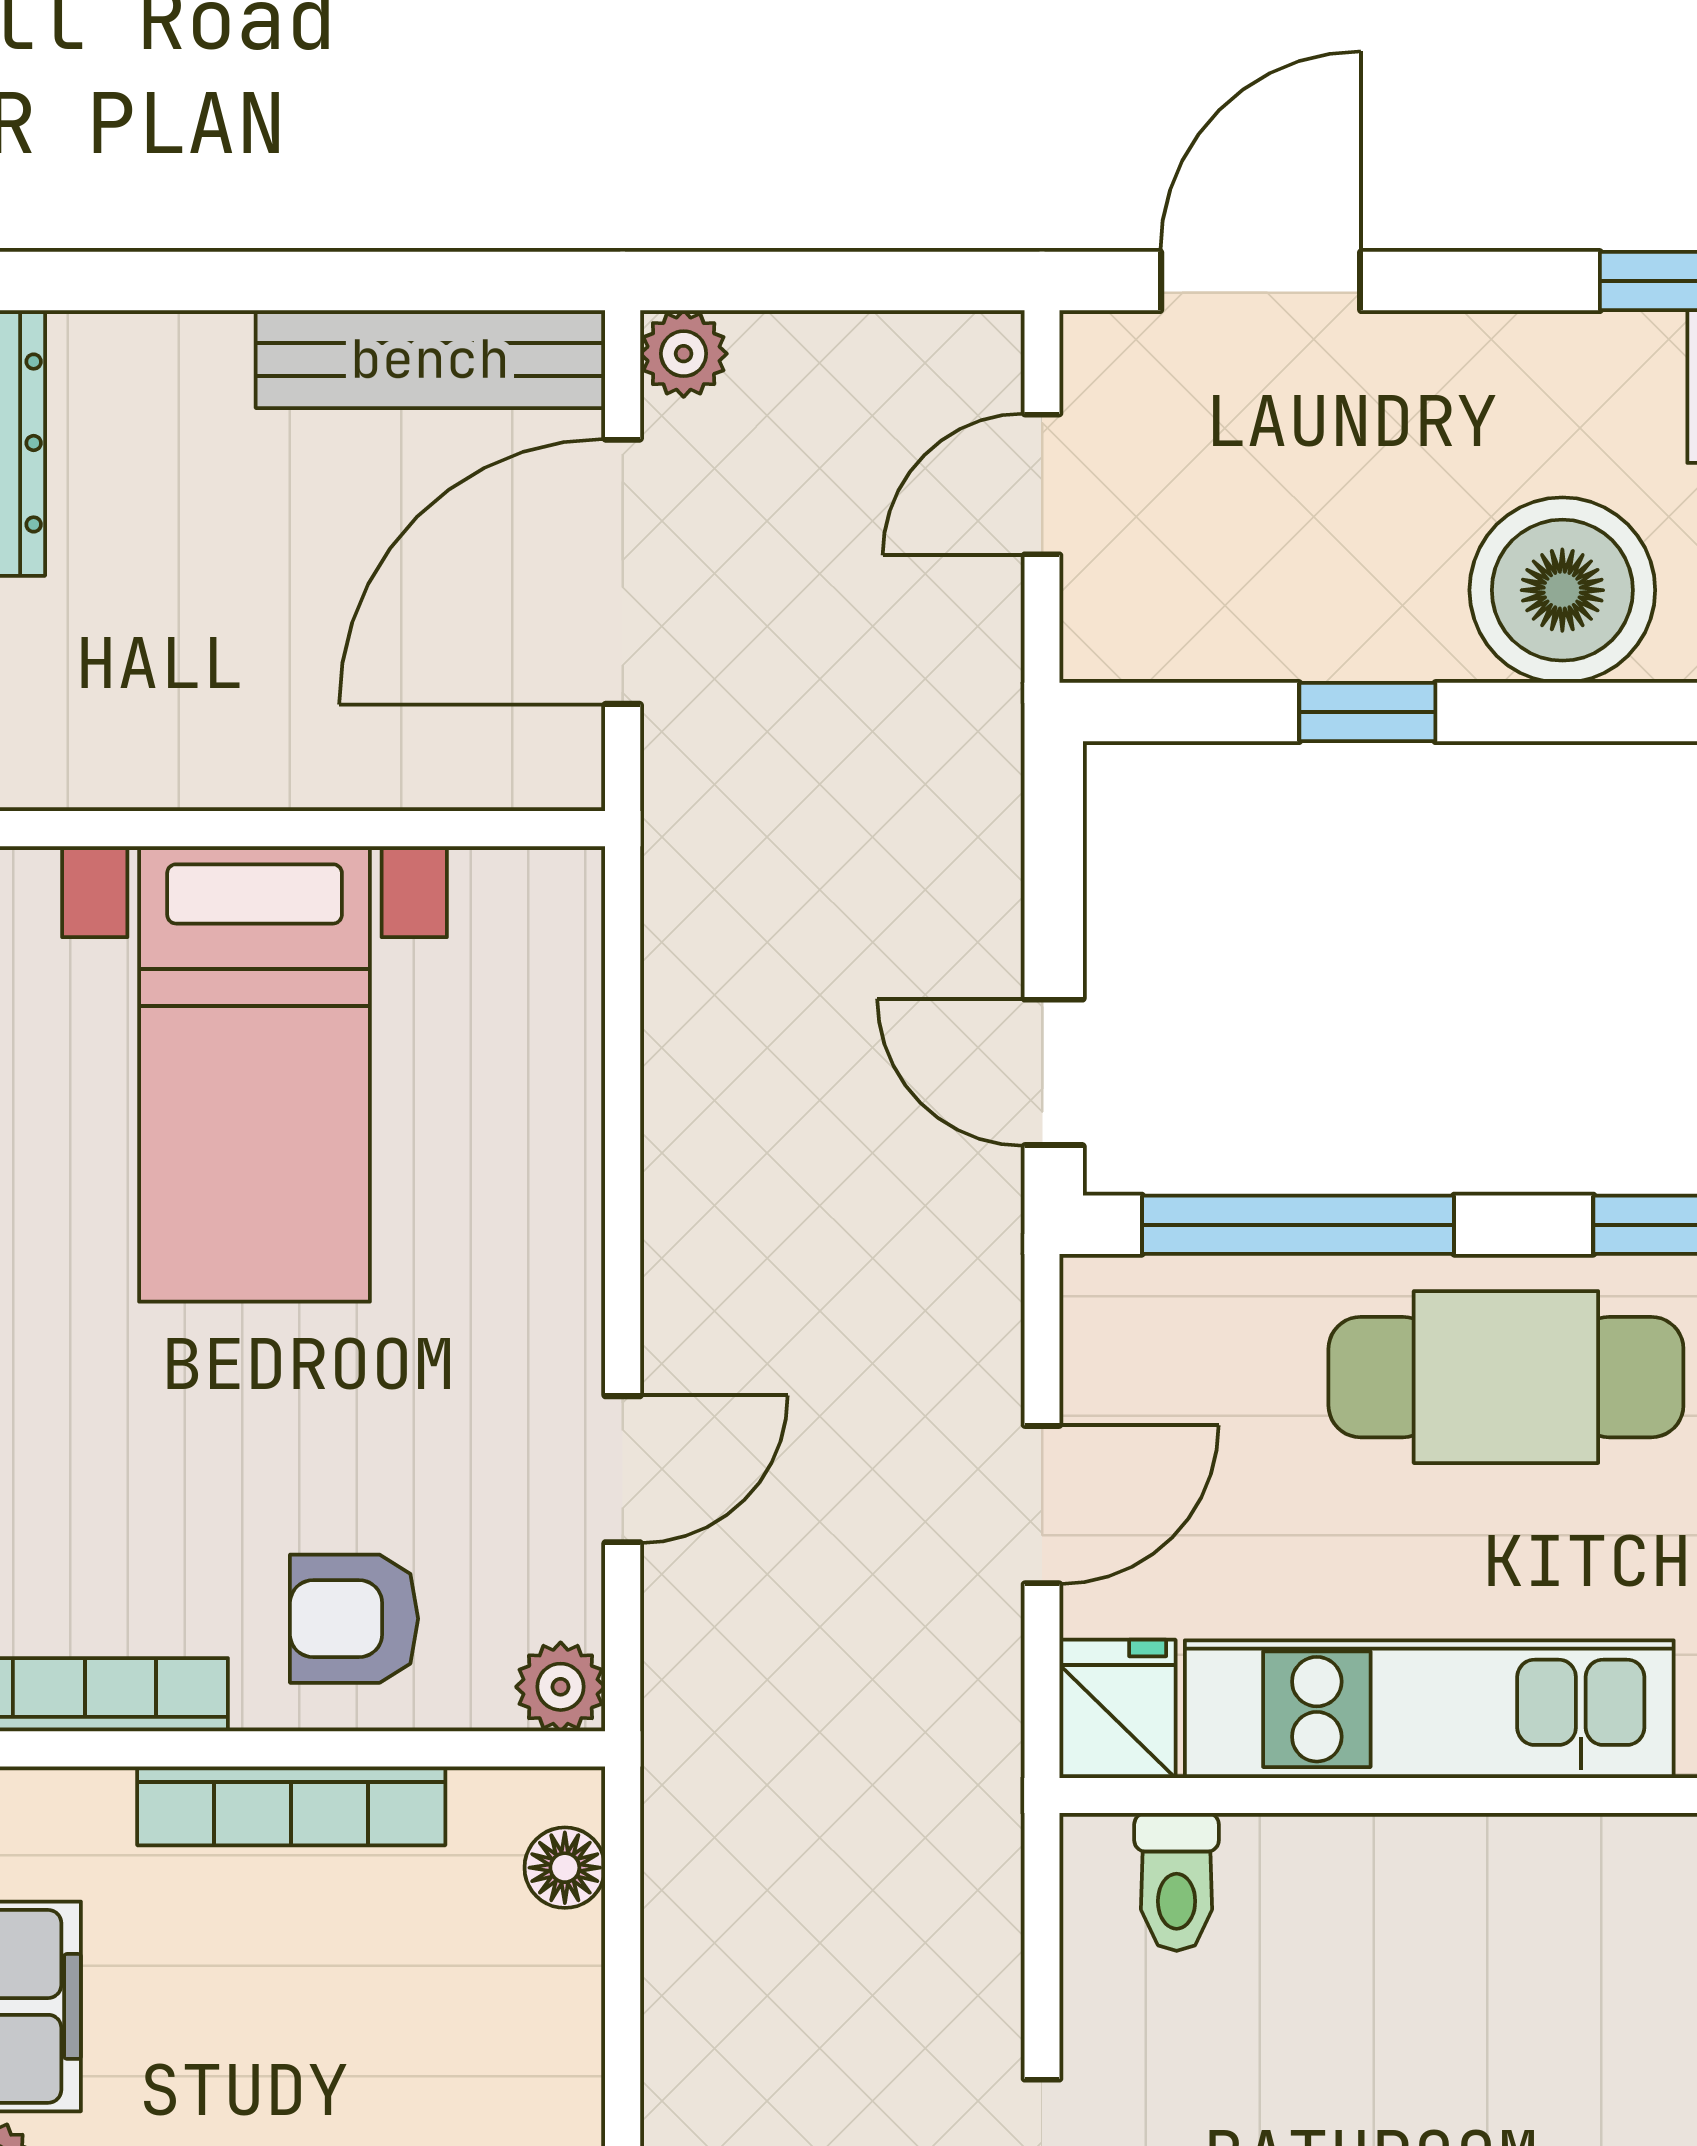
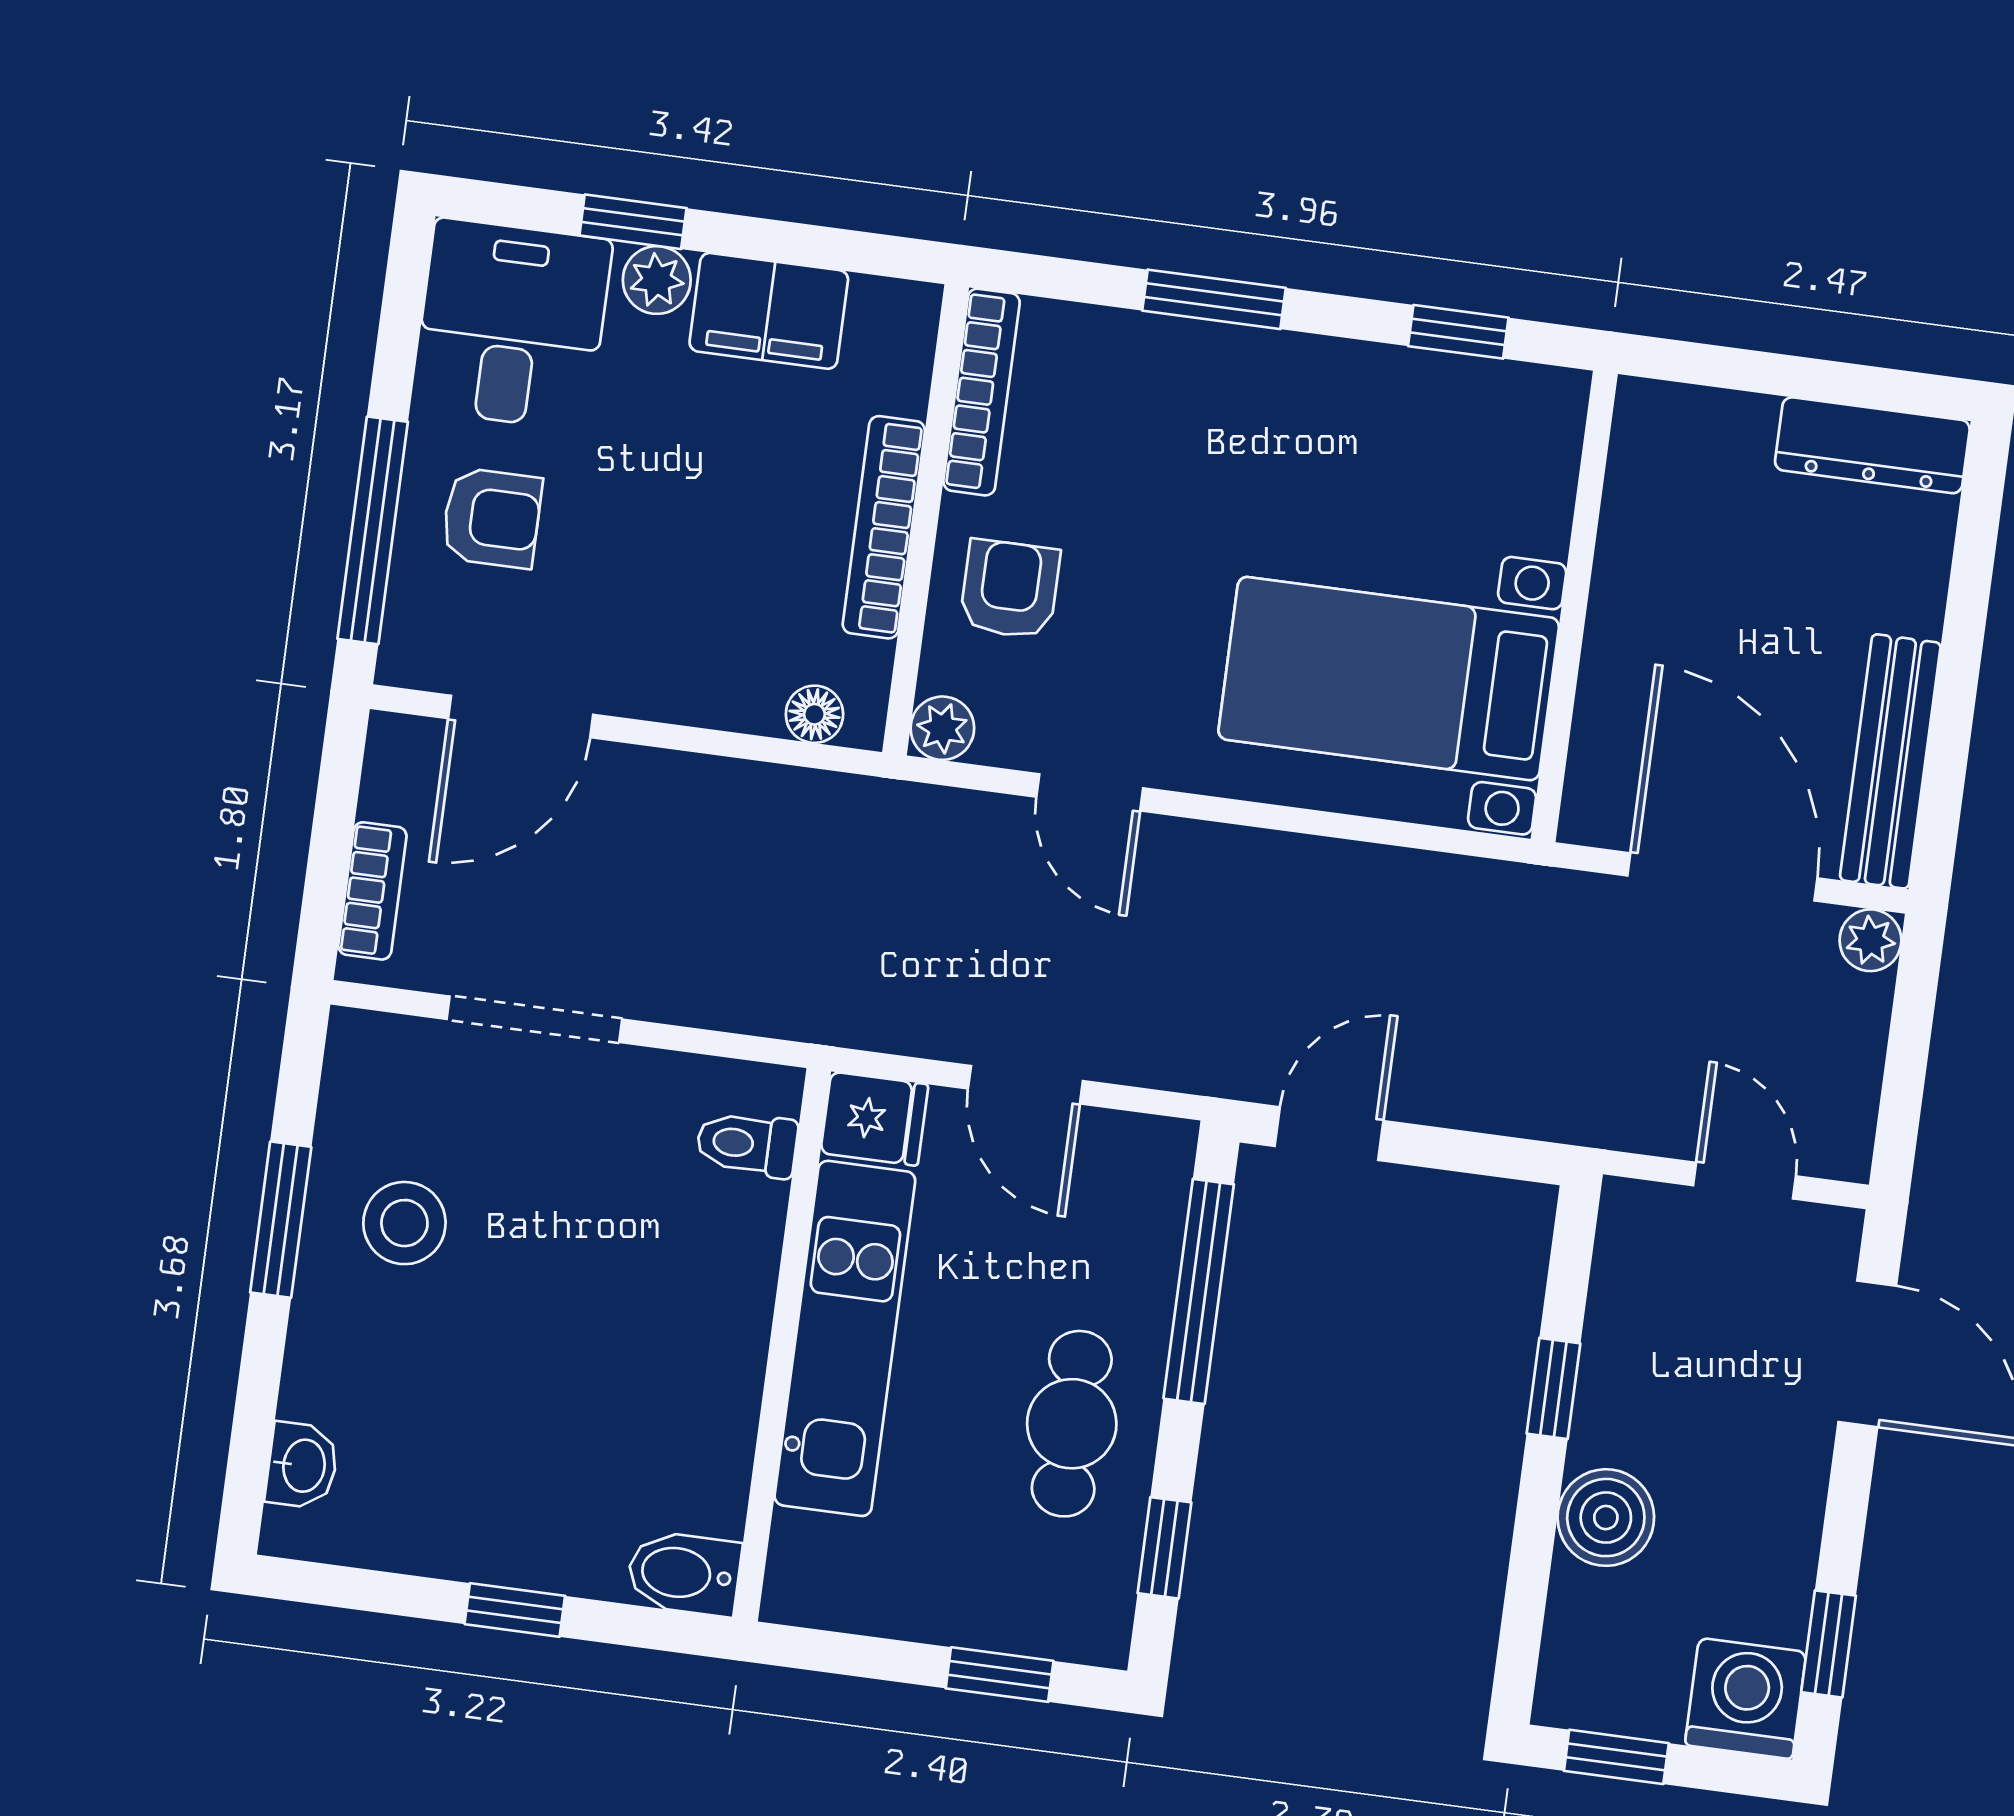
boiler: (1562, 590) -> (1606, 1518), width x0.73, depth x0.73
bed with nightstands: (255, 1074) -> (1389, 679), moved
cafe table: (1506, 1377) -> (1072, 1424), width x0.73, depth x0.74

